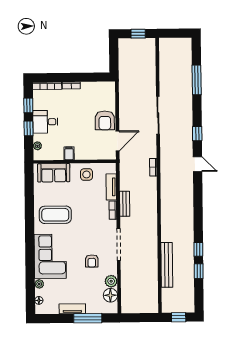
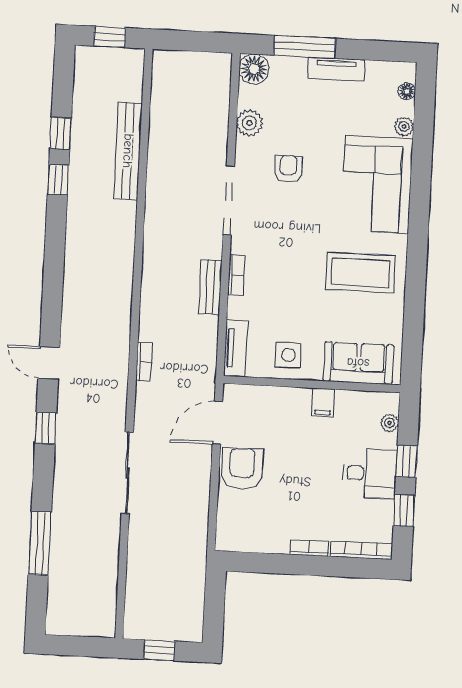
tv unit: (111, 187) -> (236, 348), moved
floor lamp: (110, 295) -> (254, 69), moved

